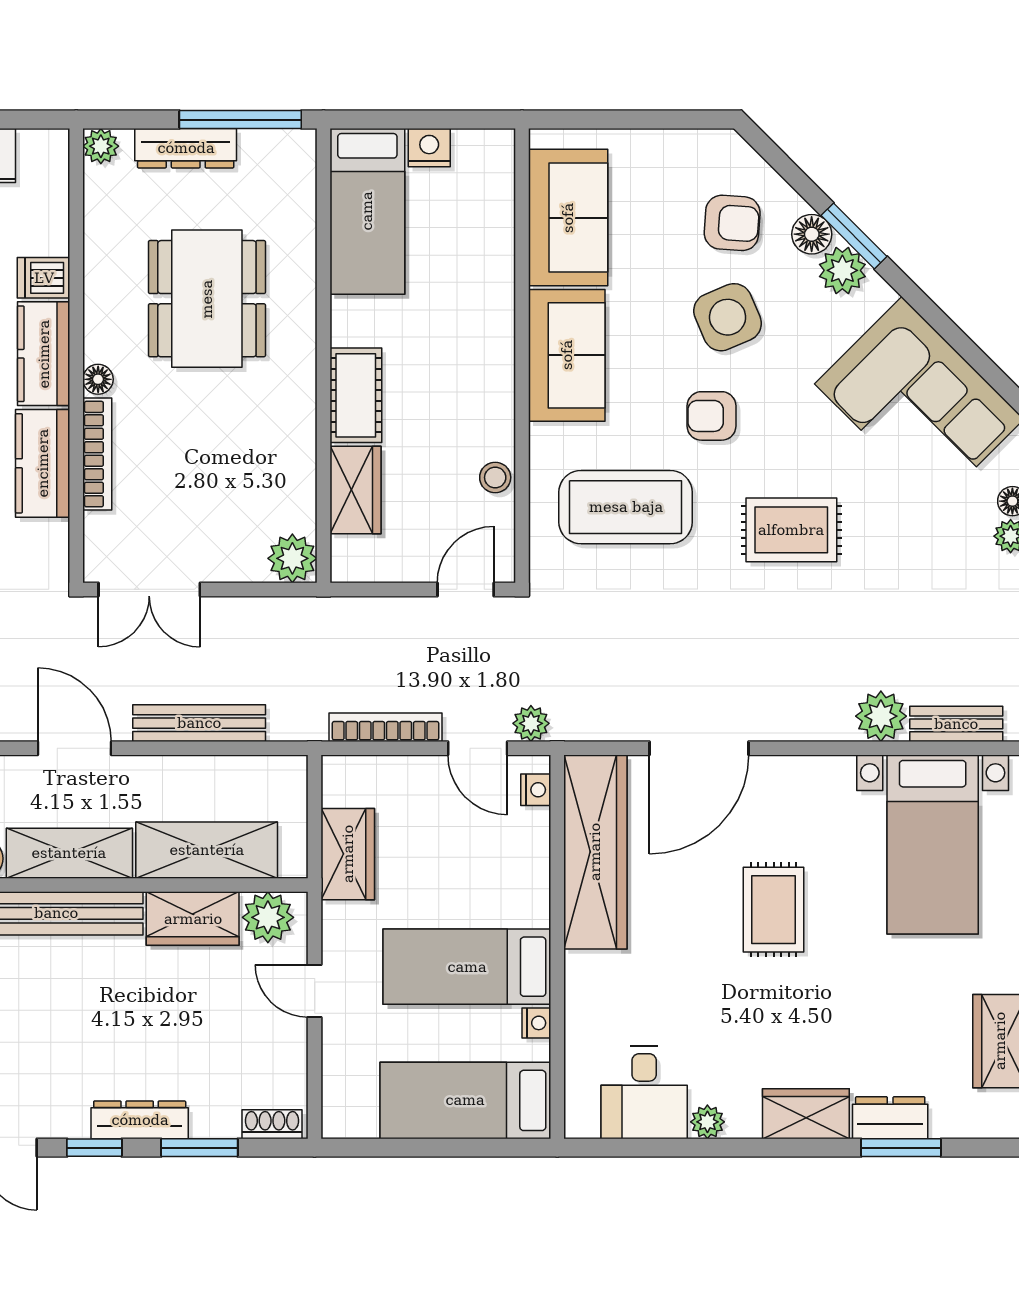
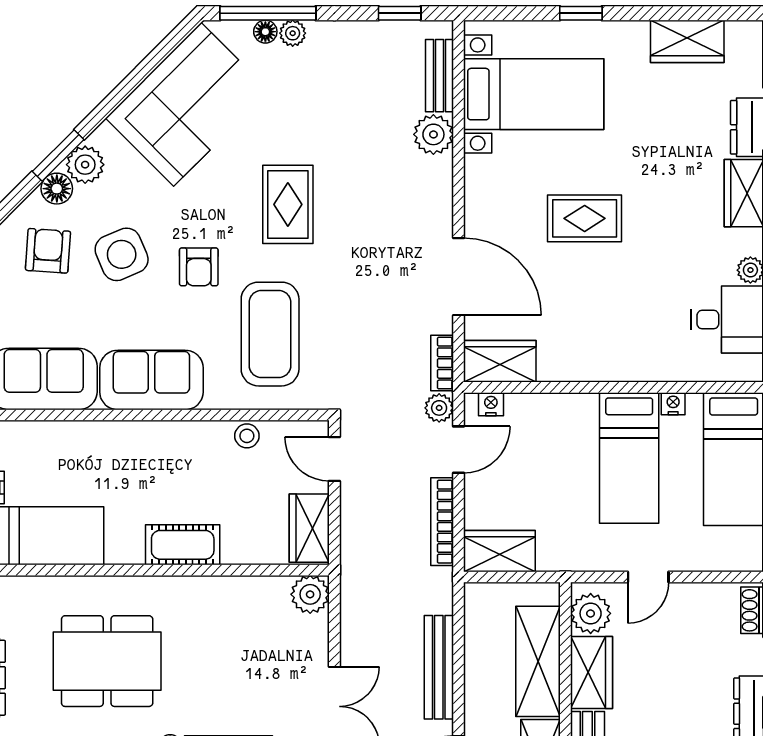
wardrobe: (355, 490) -> (309, 528), moved, turned -90
bookcase: (588, 727) -> (442, 363), added
wardrobe: (595, 852) -> (500, 361), width x0.48, depth x0.85
wardrobe: (348, 854) -> (499, 551), moved

